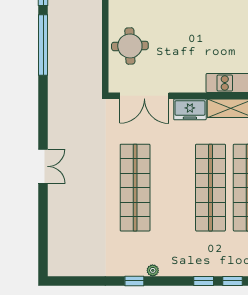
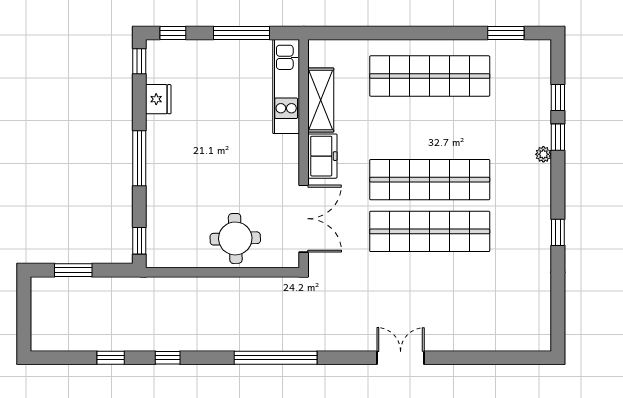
window: (43, 45) -> (276, 358), moved
shop shelf: (211, 188) -> (430, 180), moved
plant: (153, 270) -> (543, 154), moved

